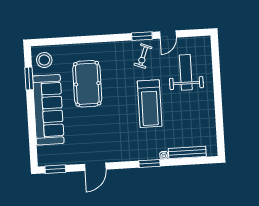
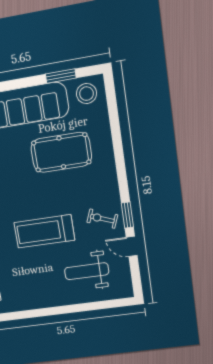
weight bench: (186, 72) -> (87, 271), turned 180

